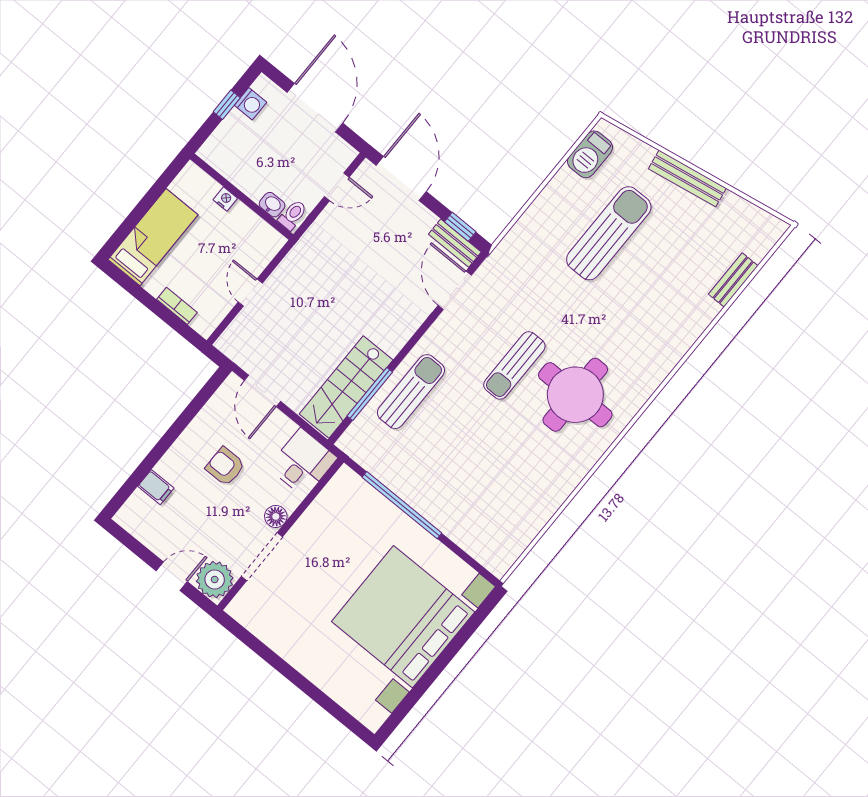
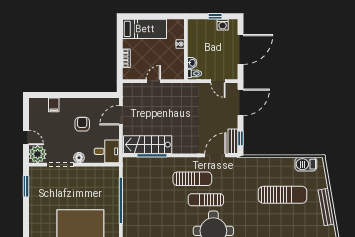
sun lounger: (411, 392) -> (192, 179), moved
window: (251, 641) -> (26, 186), added

